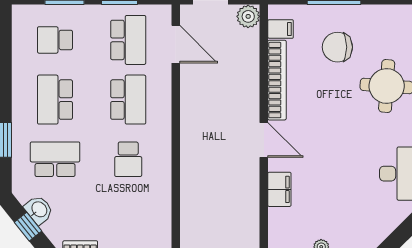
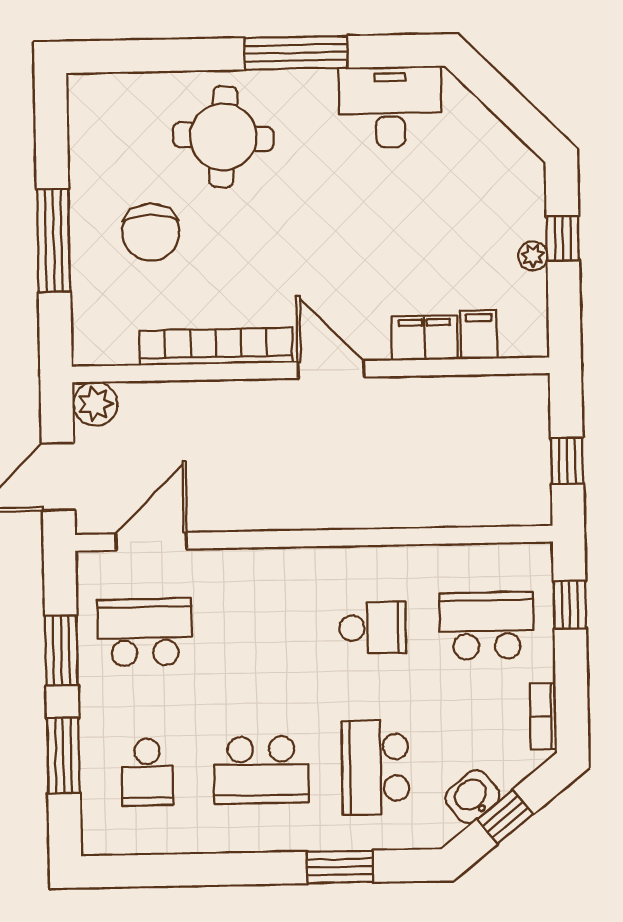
filing cabinet: (281, 29) -> (479, 335), moved
school desk: (128, 100) -> (487, 626), moved
door: (264, 140) -> (331, 369), hinge flipped

